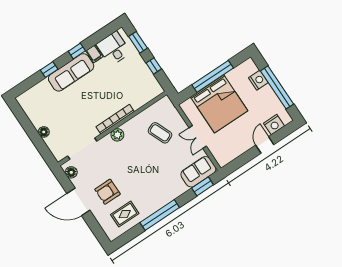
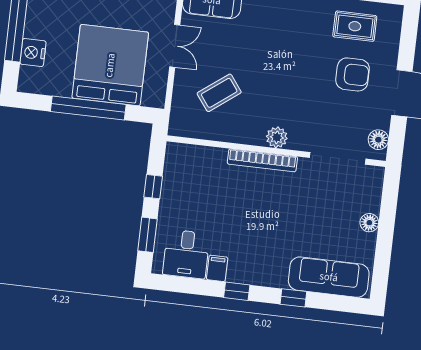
sofa: (71, 72) -> (329, 277), moved
coffee table: (160, 133) -> (219, 93), turned 76

